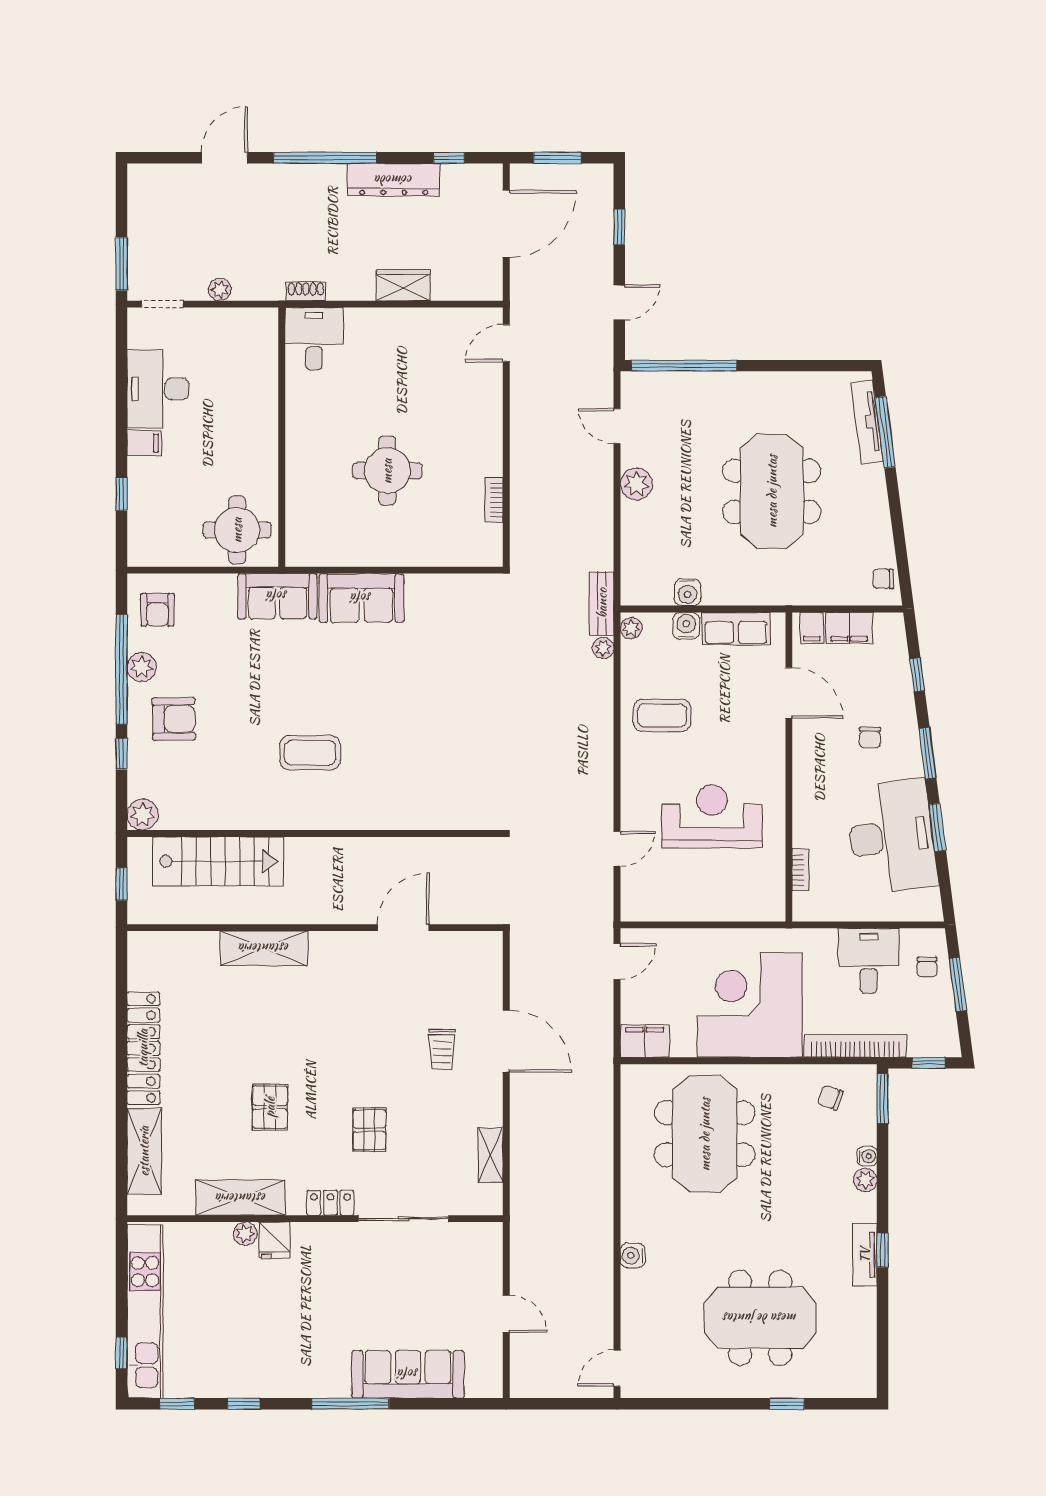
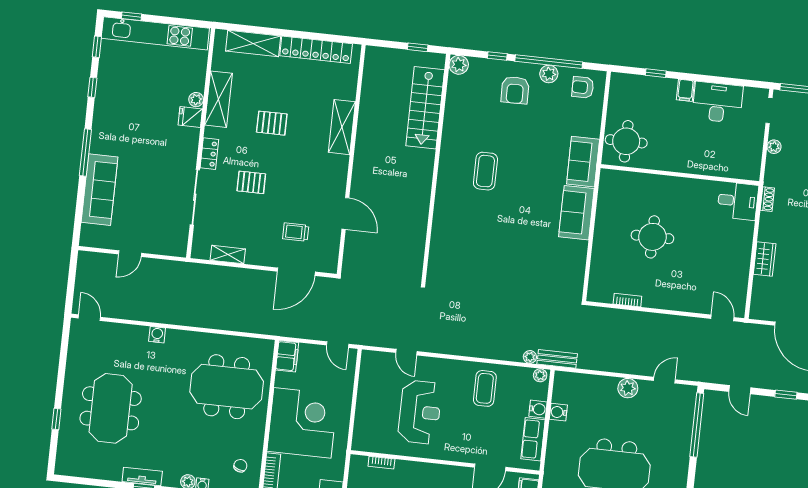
wall: (315, 928) -> (351, 160), moved
door: (403, 928) -> (345, 213), moved
shelving: (264, 948) -> (342, 127), moved

